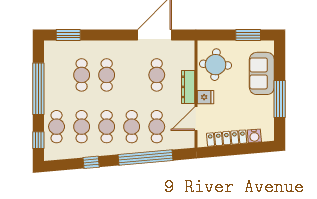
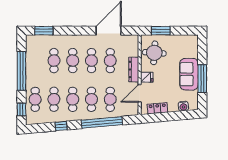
window: (248, 35) -> (161, 31), moved
sofa: (262, 73) -> (189, 74), moved
cafe table: (132, 75) -> (91, 61), added
locker: (227, 138) -> (157, 108), width x0.66

